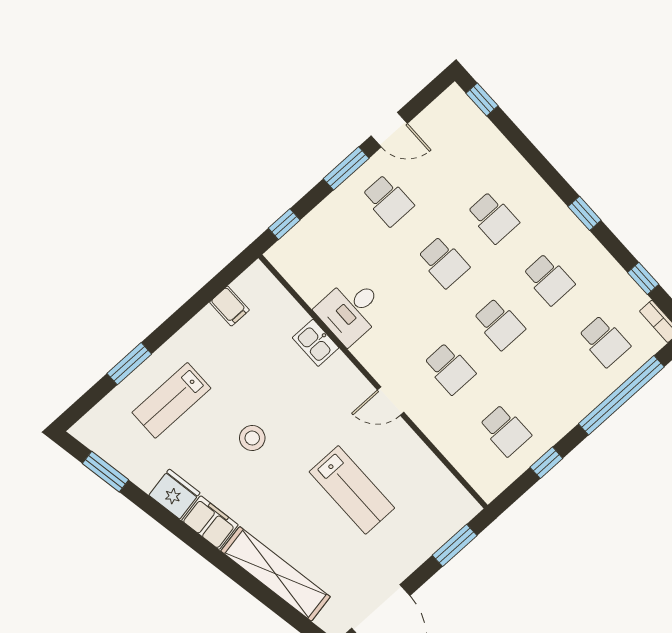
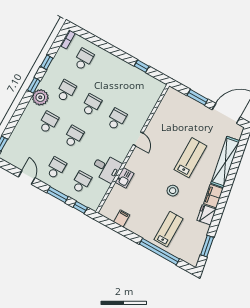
window: (346, 168) -> (57, 195), moved
plant: (554, 219) -> (40, 97), added
window: (643, 278) -> (47, 62), moved
window: (129, 364) -> (159, 252), width x2.11
window: (621, 395) -> (103, 45), removed
lab bench: (171, 400) -> (169, 229), turned -90
school desk: (505, 430) -> (81, 182), moved
lab bench: (352, 490) -> (190, 158), moved
window: (455, 545) -> (197, 97), moved

